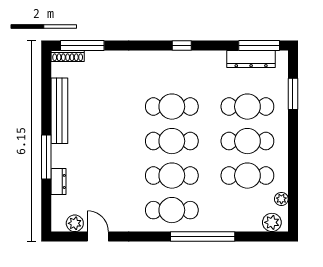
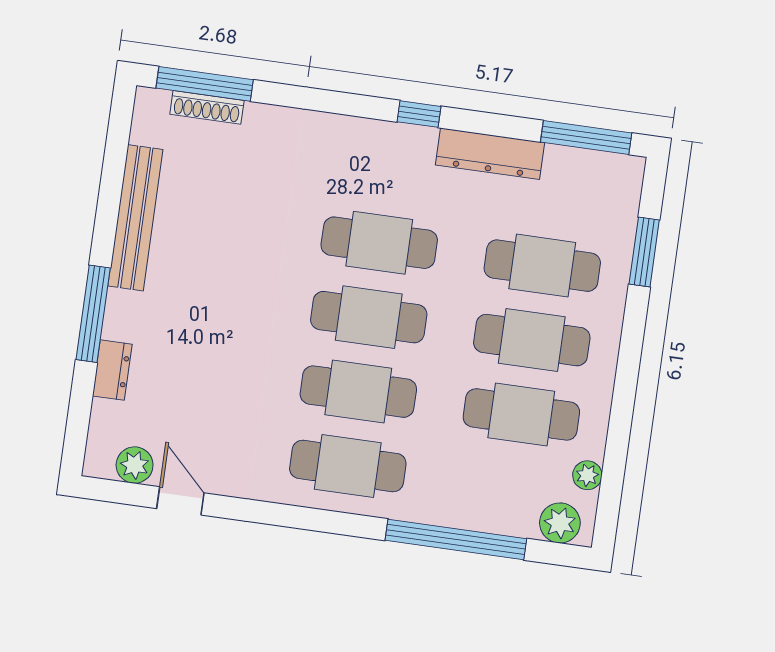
shoe rack: (68, 56) -> (207, 107), moved
dresser: (251, 59) -> (490, 154), moved
window: (203, 237) -> (456, 540), moved

